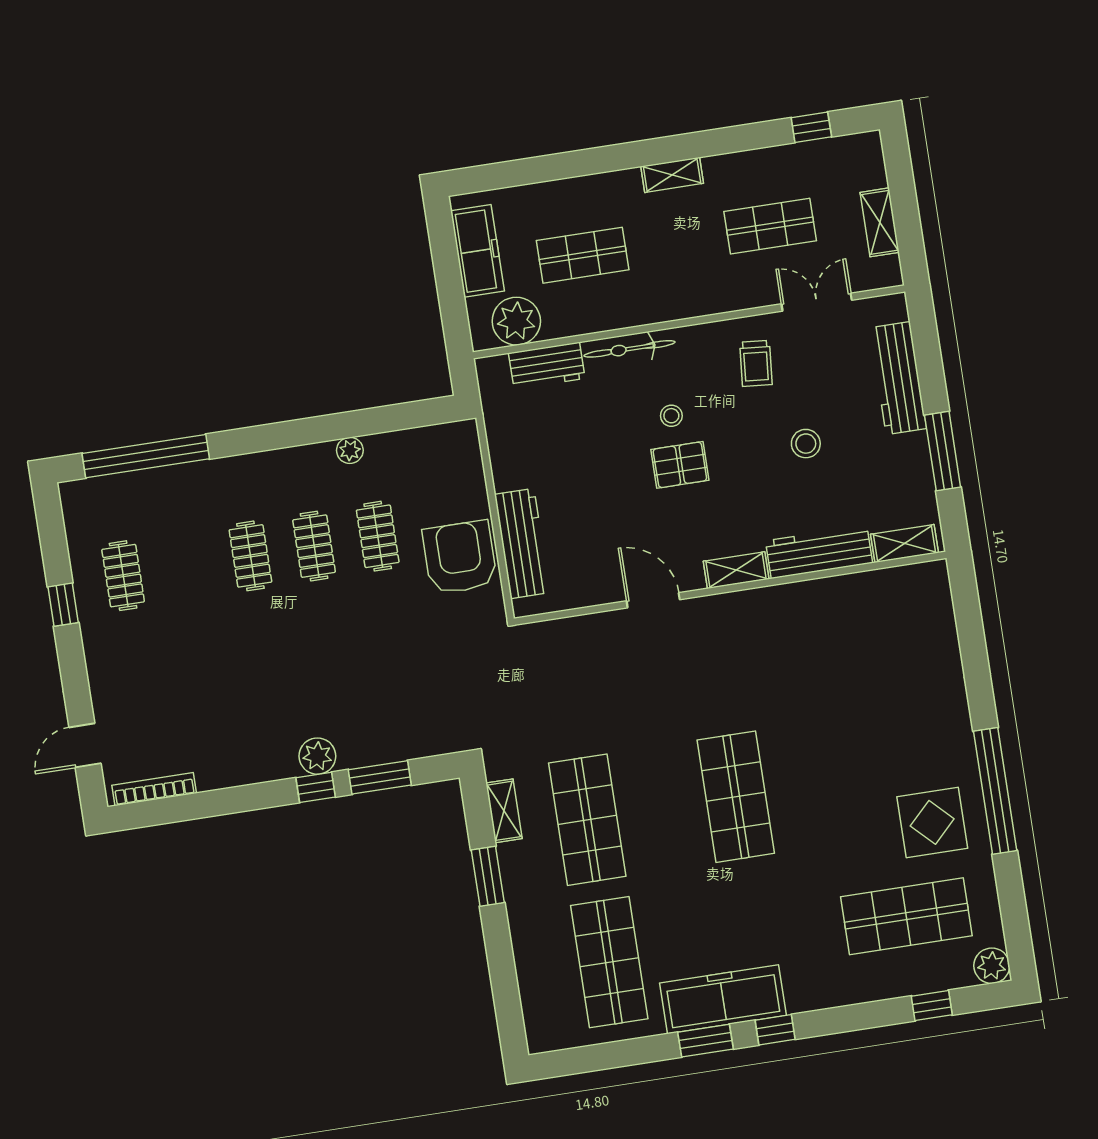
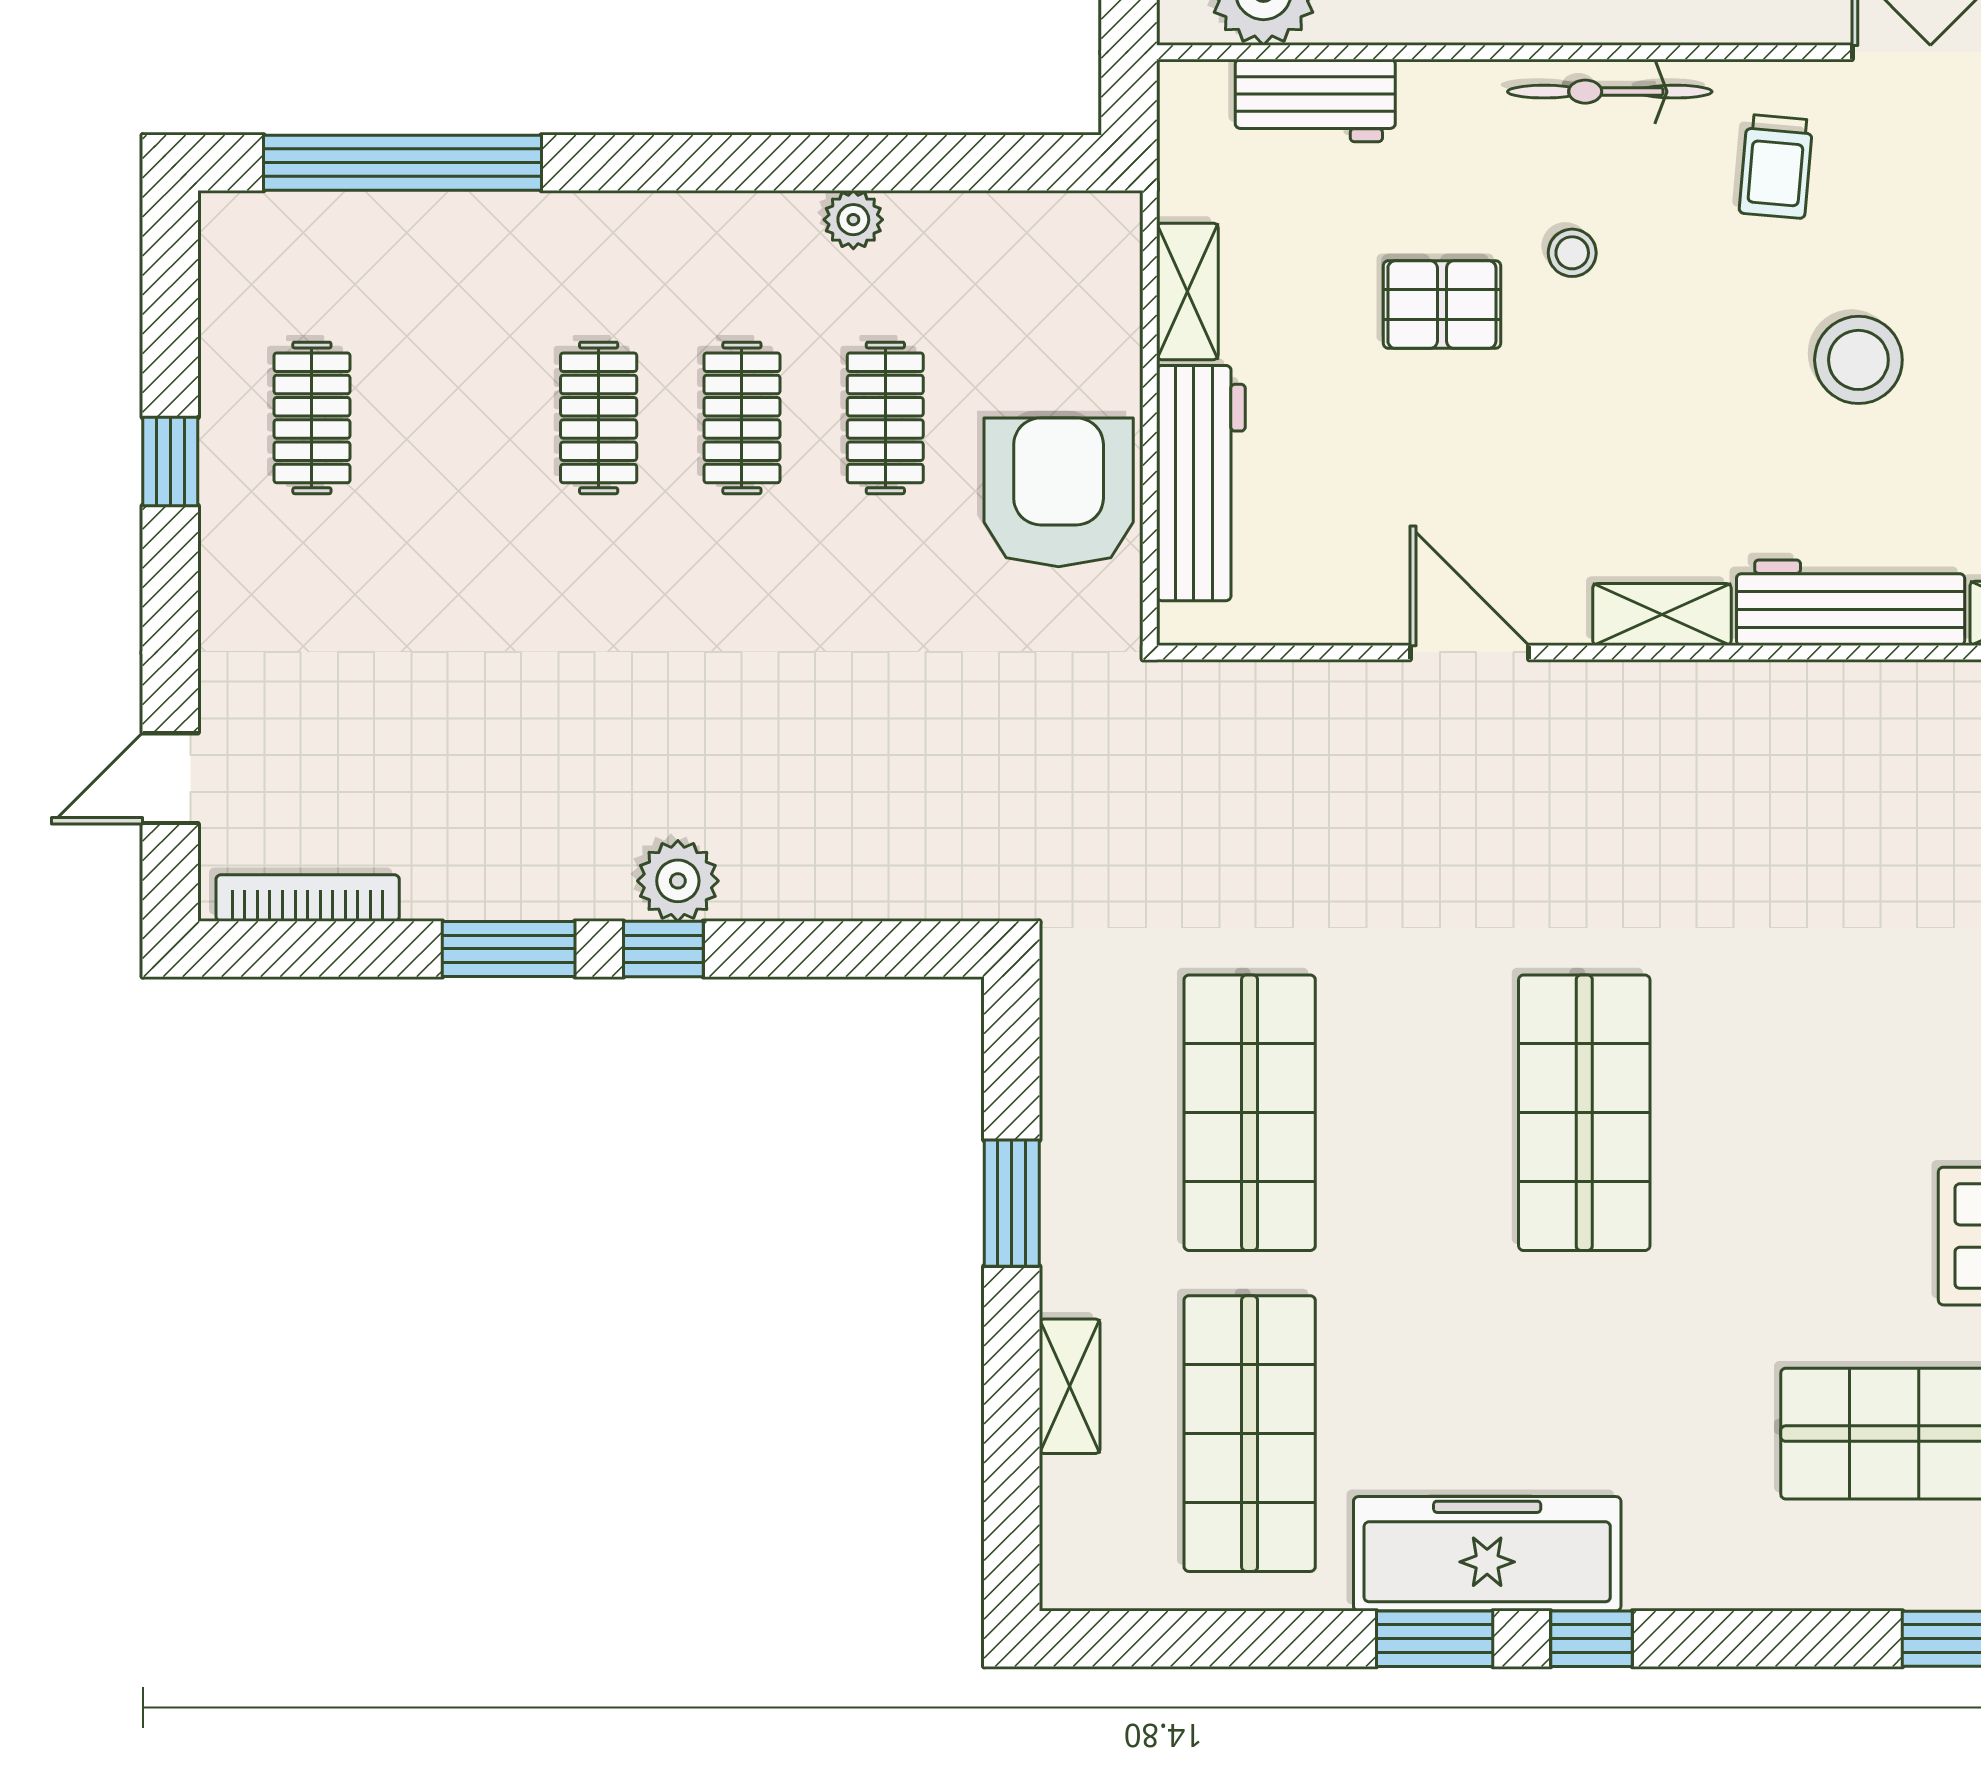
bicycle: (629, 349) -> (1610, 92), moved
stool: (806, 444) -> (1858, 360), width x1.38, depth x1.38
shelving: (503, 459) -> (1187, 291), added
pallet: (680, 465) -> (1442, 305), moved
window: (380, 777) -> (509, 949), moved
shelving: (504, 811) -> (1070, 1386), moved

